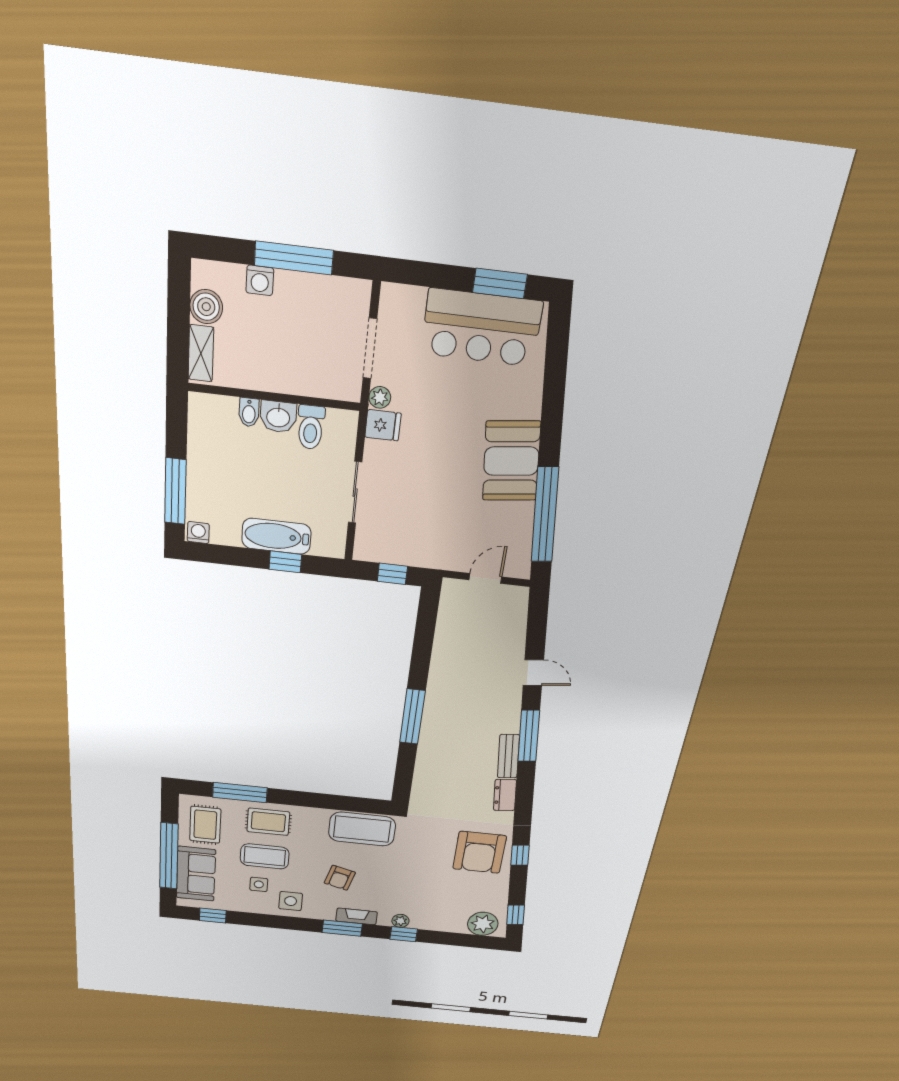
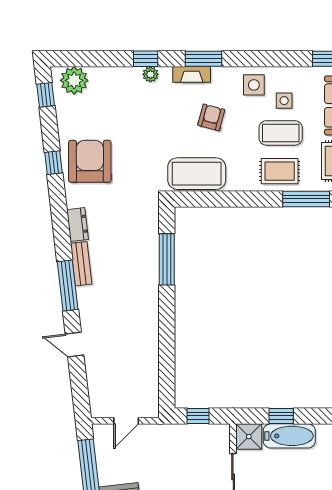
shower: (329, 541) -> (249, 437), added
window: (412, 717) -> (167, 259), moved

